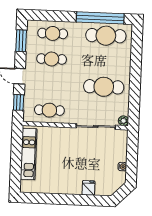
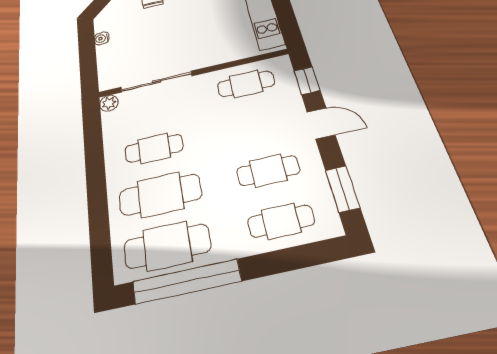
cafe table: (105, 61) -> (160, 195), added
cafe table: (104, 87) -> (154, 148), width x0.73, depth x0.74

